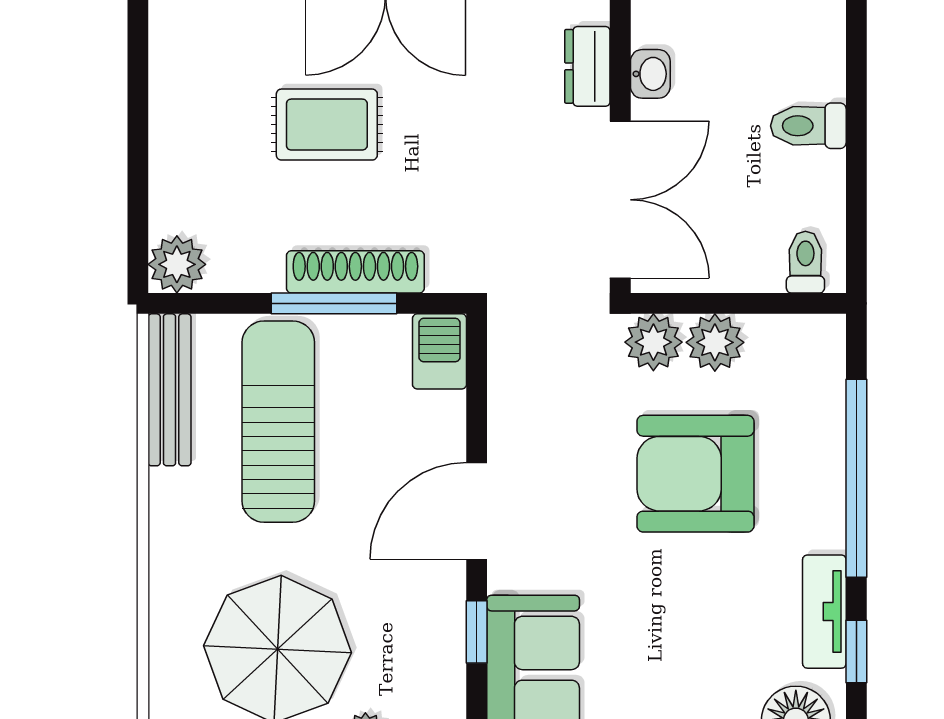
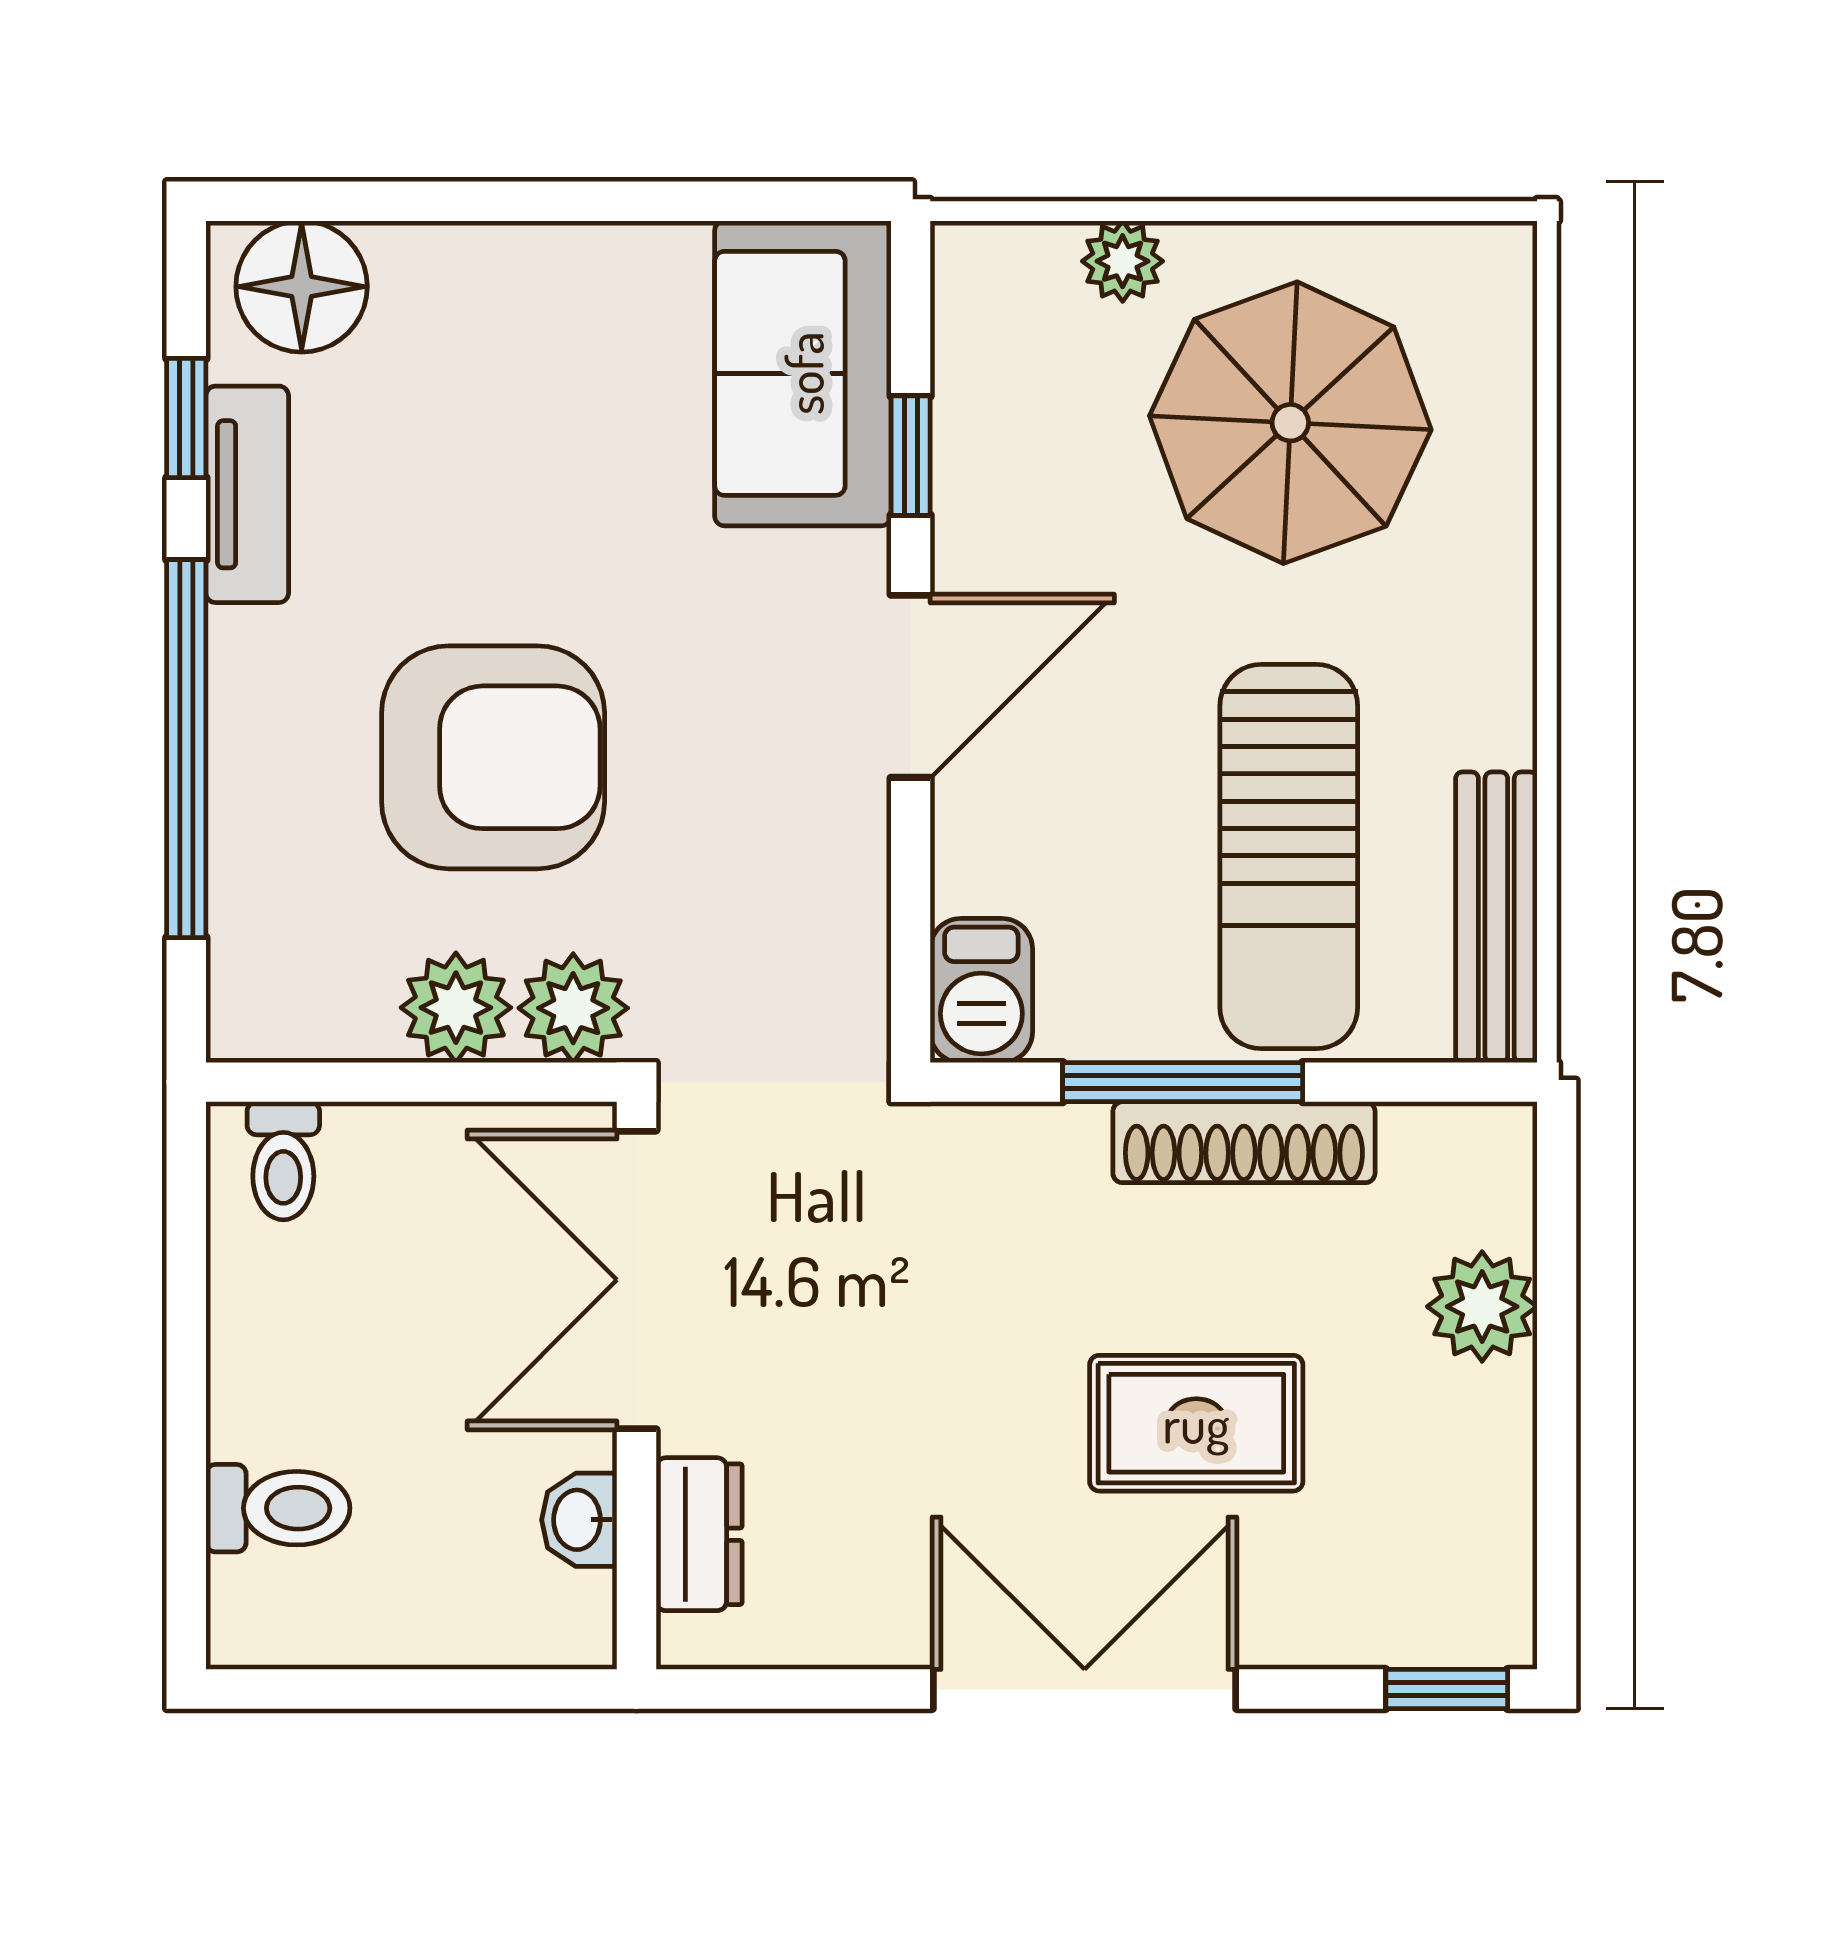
toilet: (808, 126) -> (278, 1508), moved
plant: (177, 264) -> (1482, 1307), moved
shoe rack: (355, 272) -> (1244, 1142), moved

